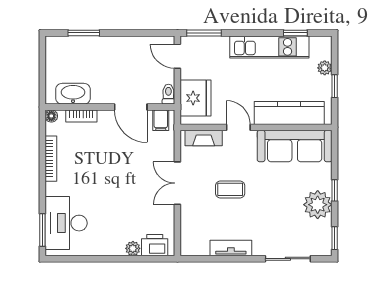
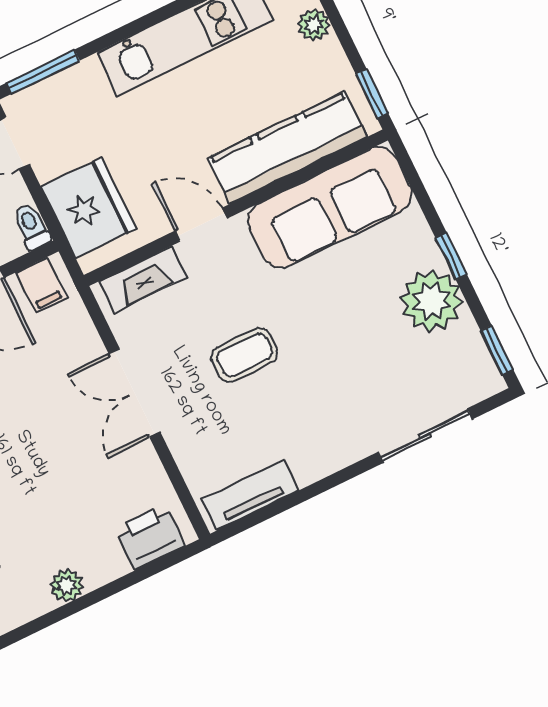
window: (335, 86) -> (372, 94), moved
plant: (133, 248) -> (67, 585), moved
tv unit: (231, 248) -> (250, 495), moved

